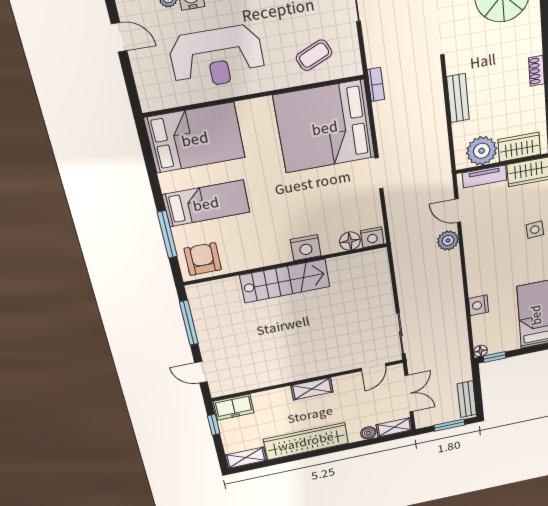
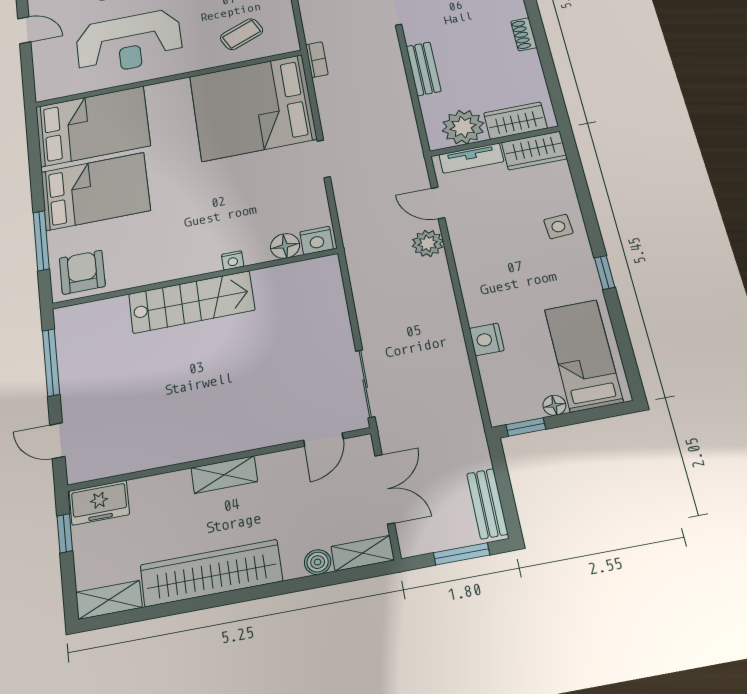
bed: (206, 203) -> (95, 191), width x1.50
nightstand: (306, 248) -> (233, 260), width x0.53, depth x0.56
floor lamp: (480, 351) -> (554, 405), moved

